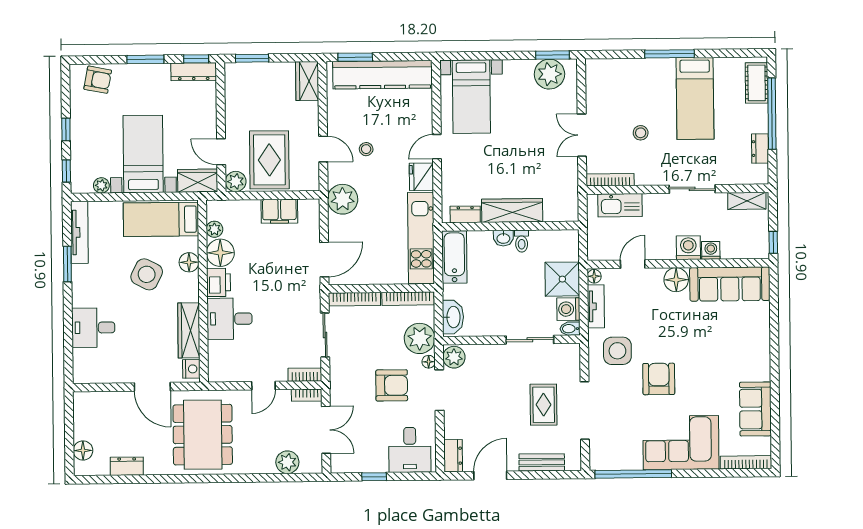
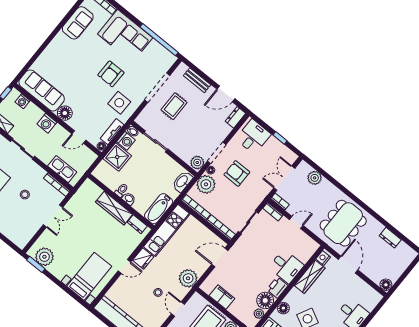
washing machine: (711, 250) -> (23, 101), moved
floor lamp: (83, 450) -> (386, 285), moved

